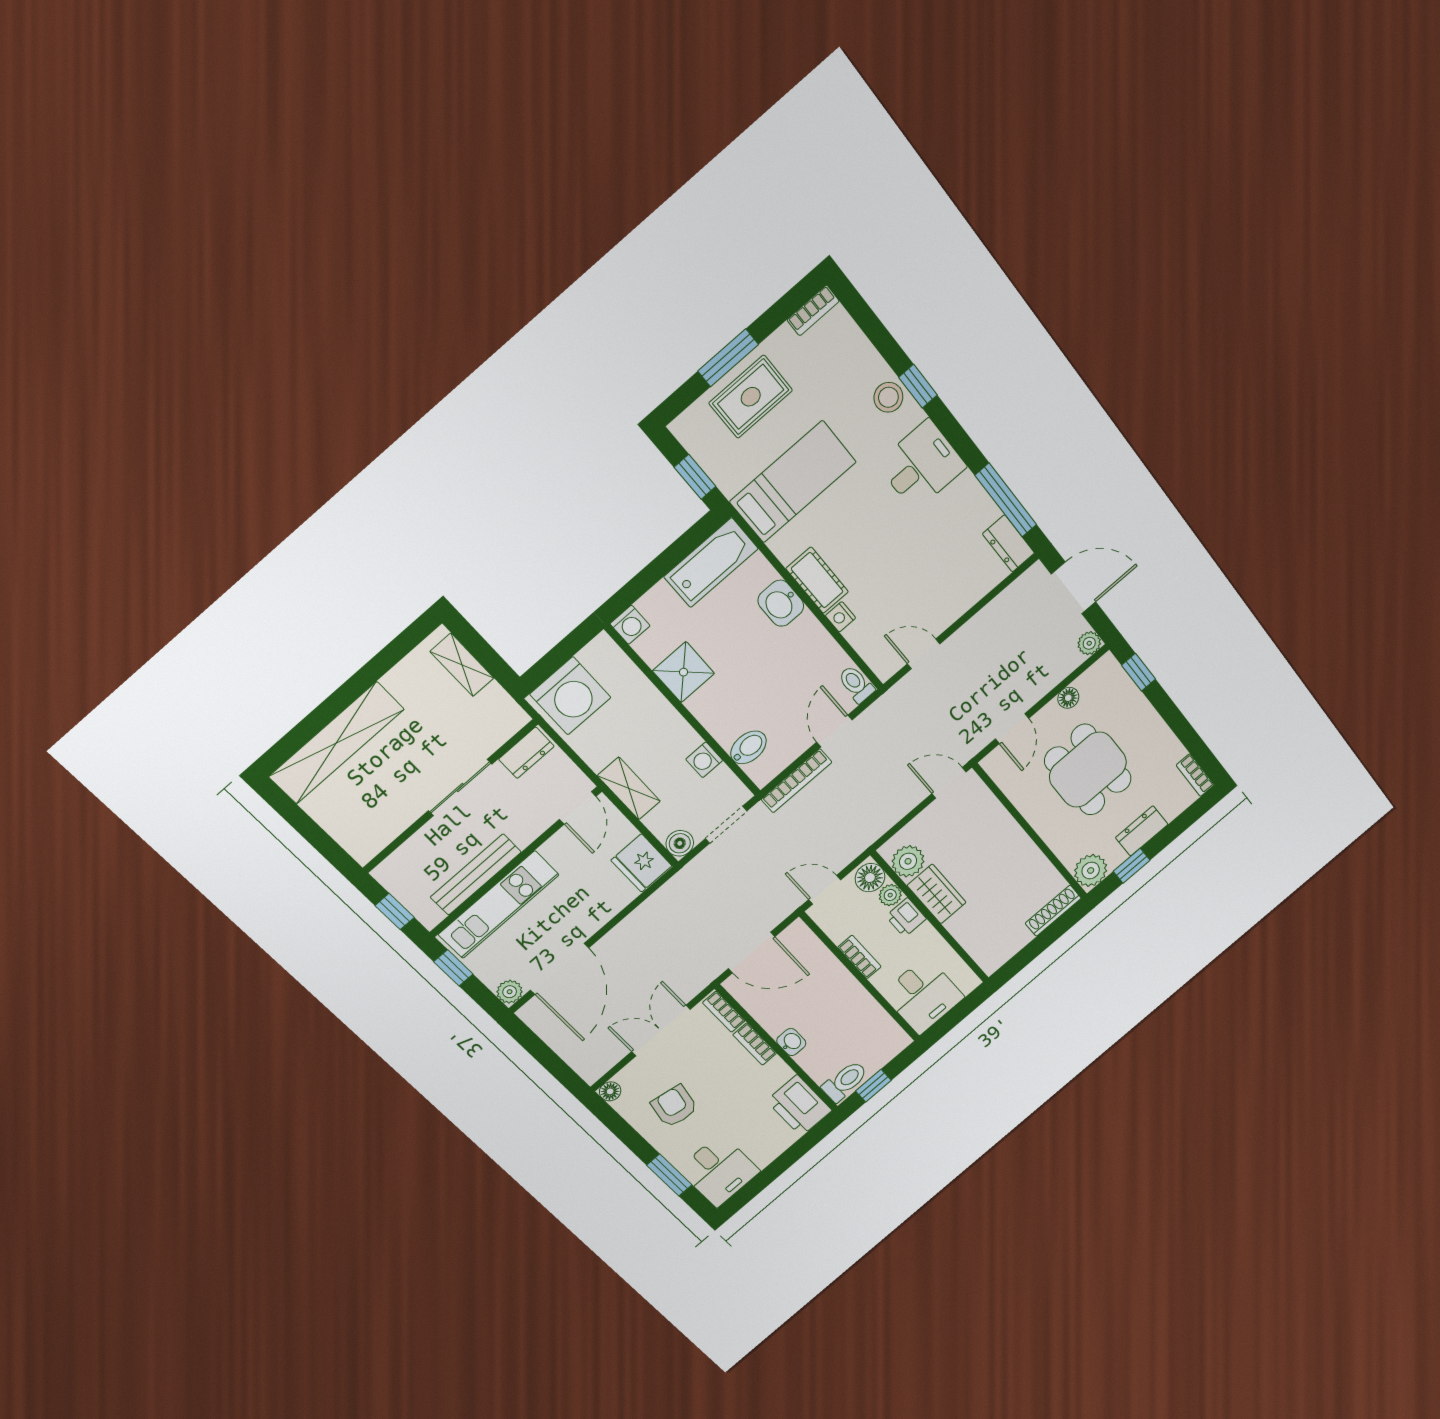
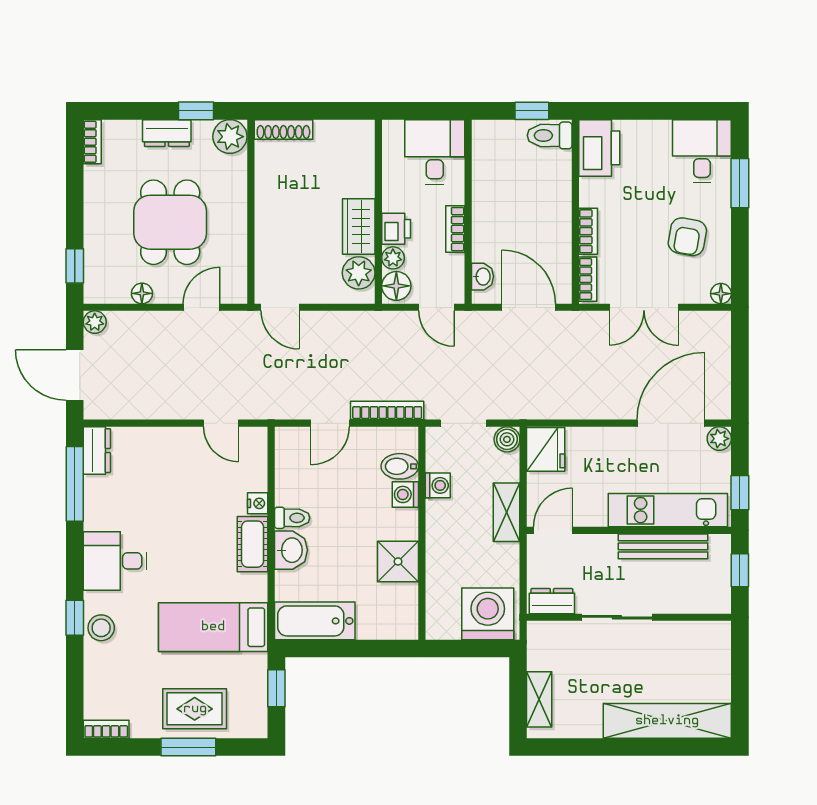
washing machine: (630, 625) -> (405, 494), moved, turned -90
toilet: (856, 684) -> (292, 518), moved, turned -90
washbasin: (791, 1042) -> (483, 277), moved, turned 180

